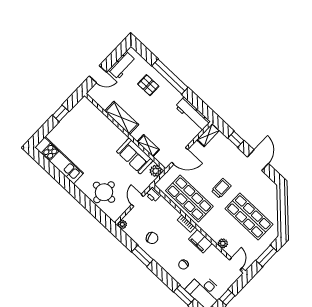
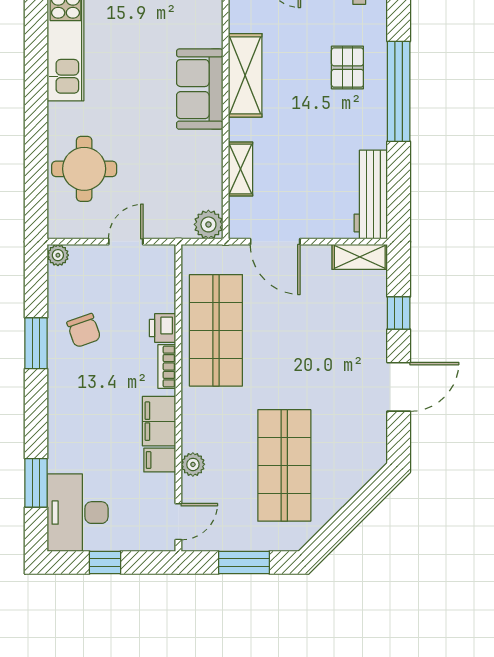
sofa: (135, 156) -> (200, 89), moved
trolley: (221, 188) -> (288, 369), removed
printer: (153, 195) -> (163, 328), moved
filing cabinet: (212, 252) -> (160, 460), added
chair: (183, 265) -> (89, 430), removed

